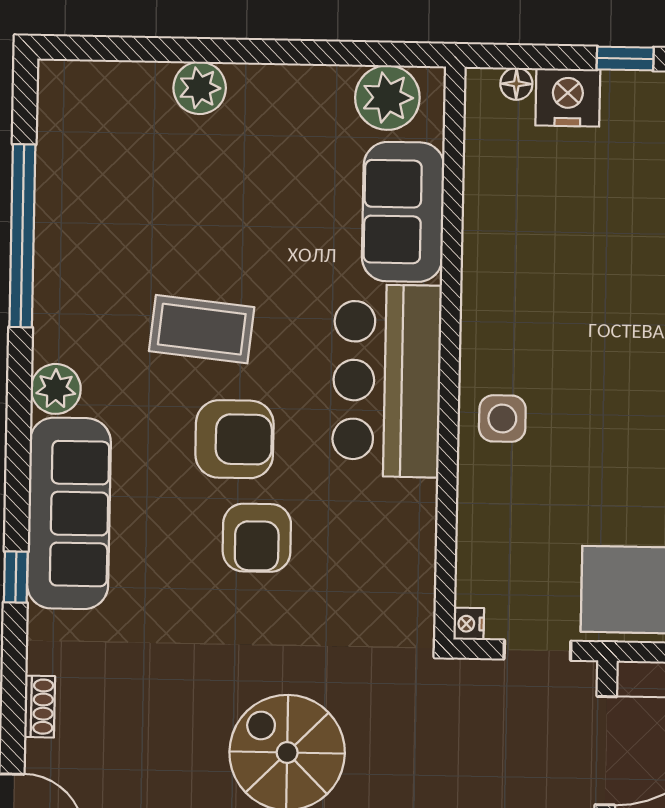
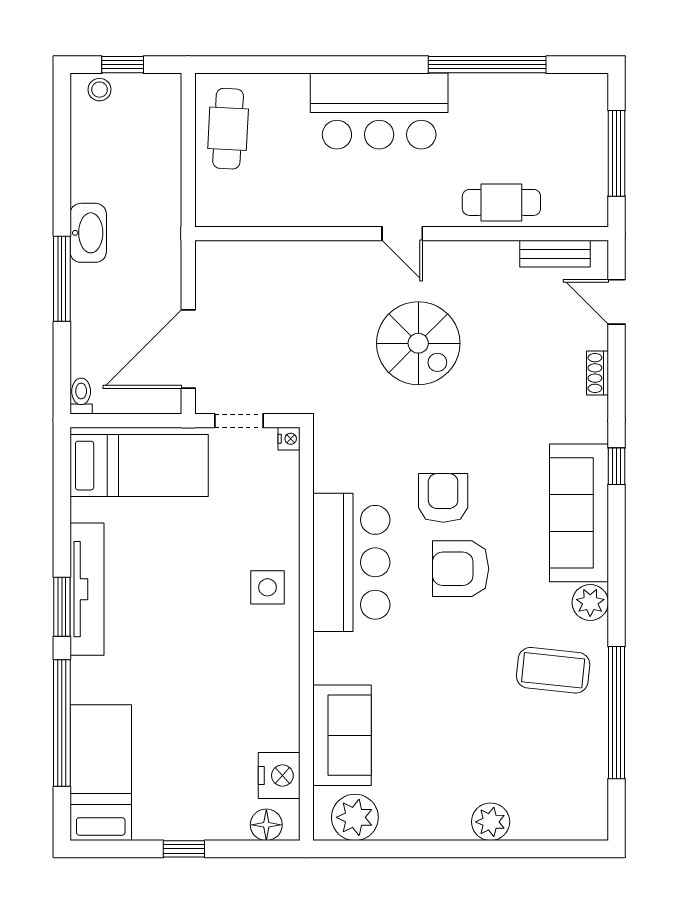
floor lamp: (516, 84) -> (266, 825), width x1.37, depth x1.37
nightstand: (568, 97) -> (279, 775), moved, turned -90
coffee table: (202, 329) -> (553, 670), moved
bar counter: (387, 381) -> (351, 562), moved

